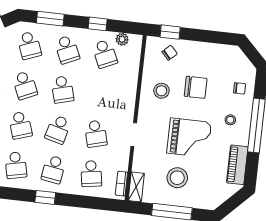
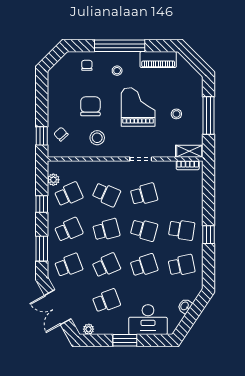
school desk: (91, 174) -> (106, 194), moved, turned 33
stool: (177, 178) -> (176, 114), width x0.53, depth x0.53

